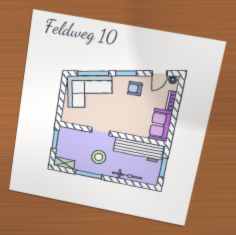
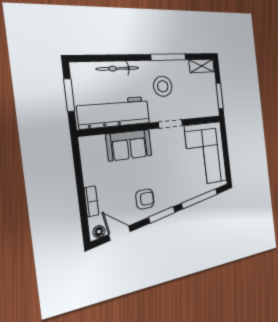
door: (160, 73) -> (119, 233), hinge flipped
corner sofa: (90, 92) -> (206, 154), moved, turned -80
sofa: (161, 125) -> (129, 145), moved, turned 90

